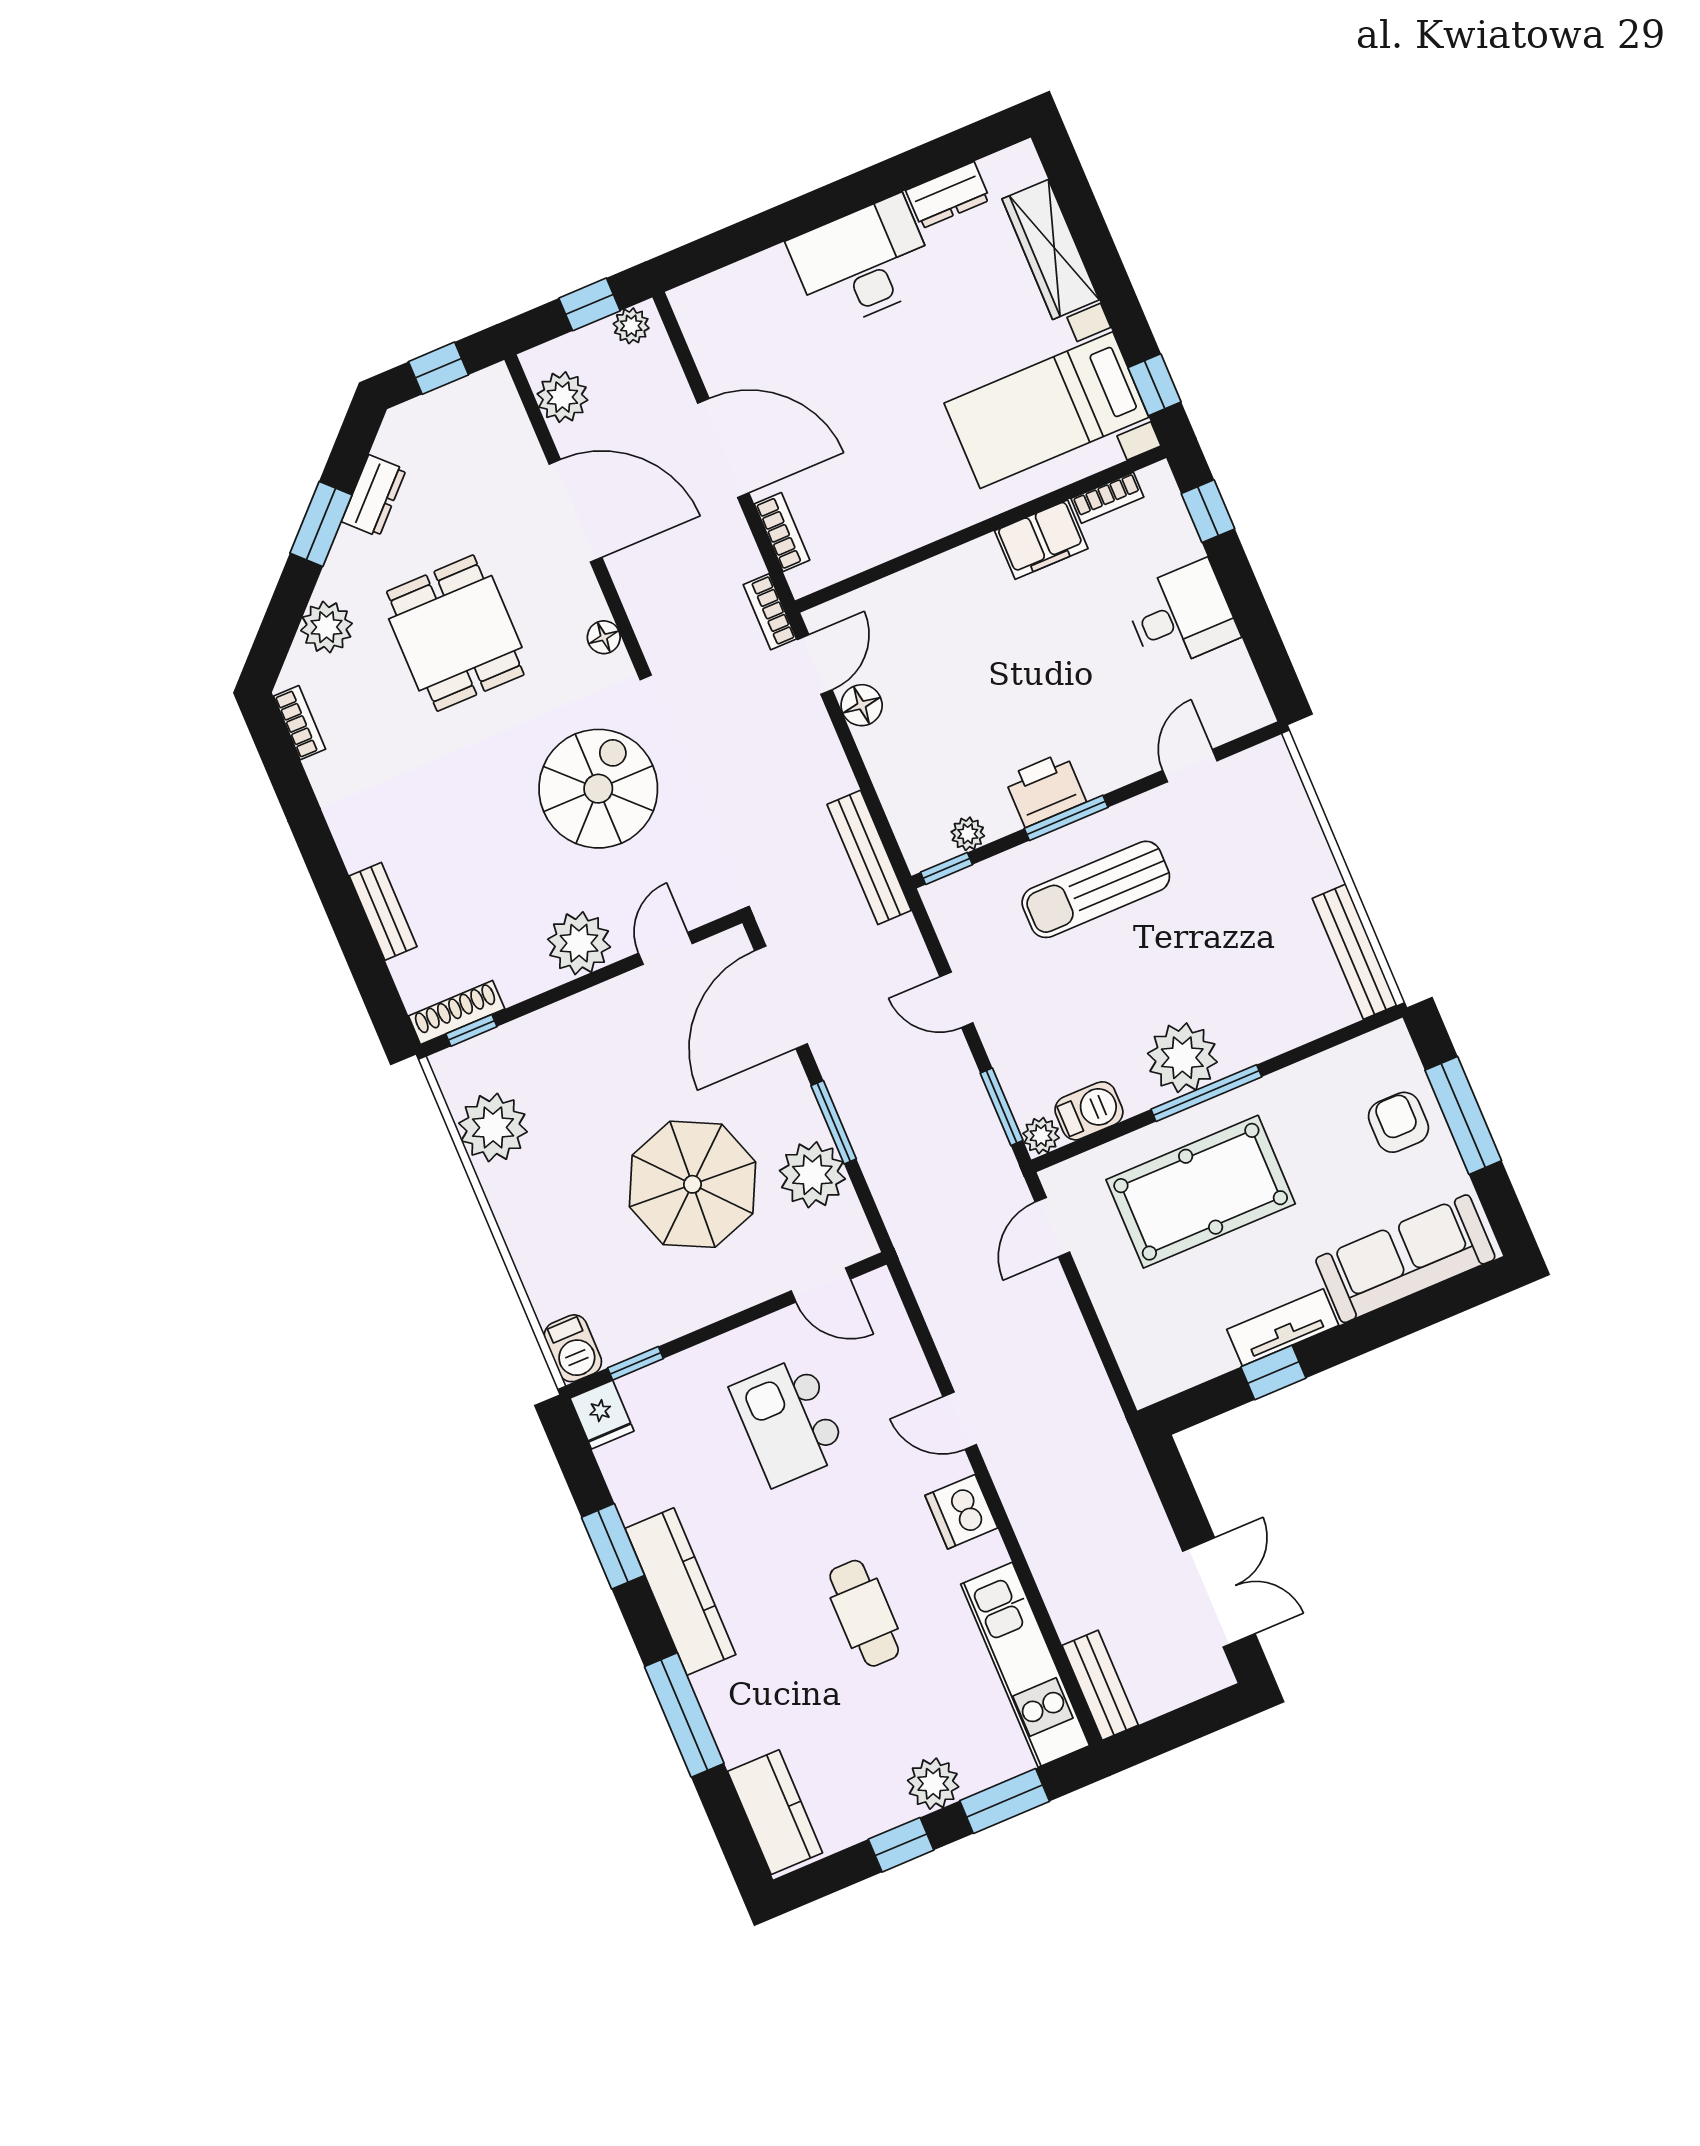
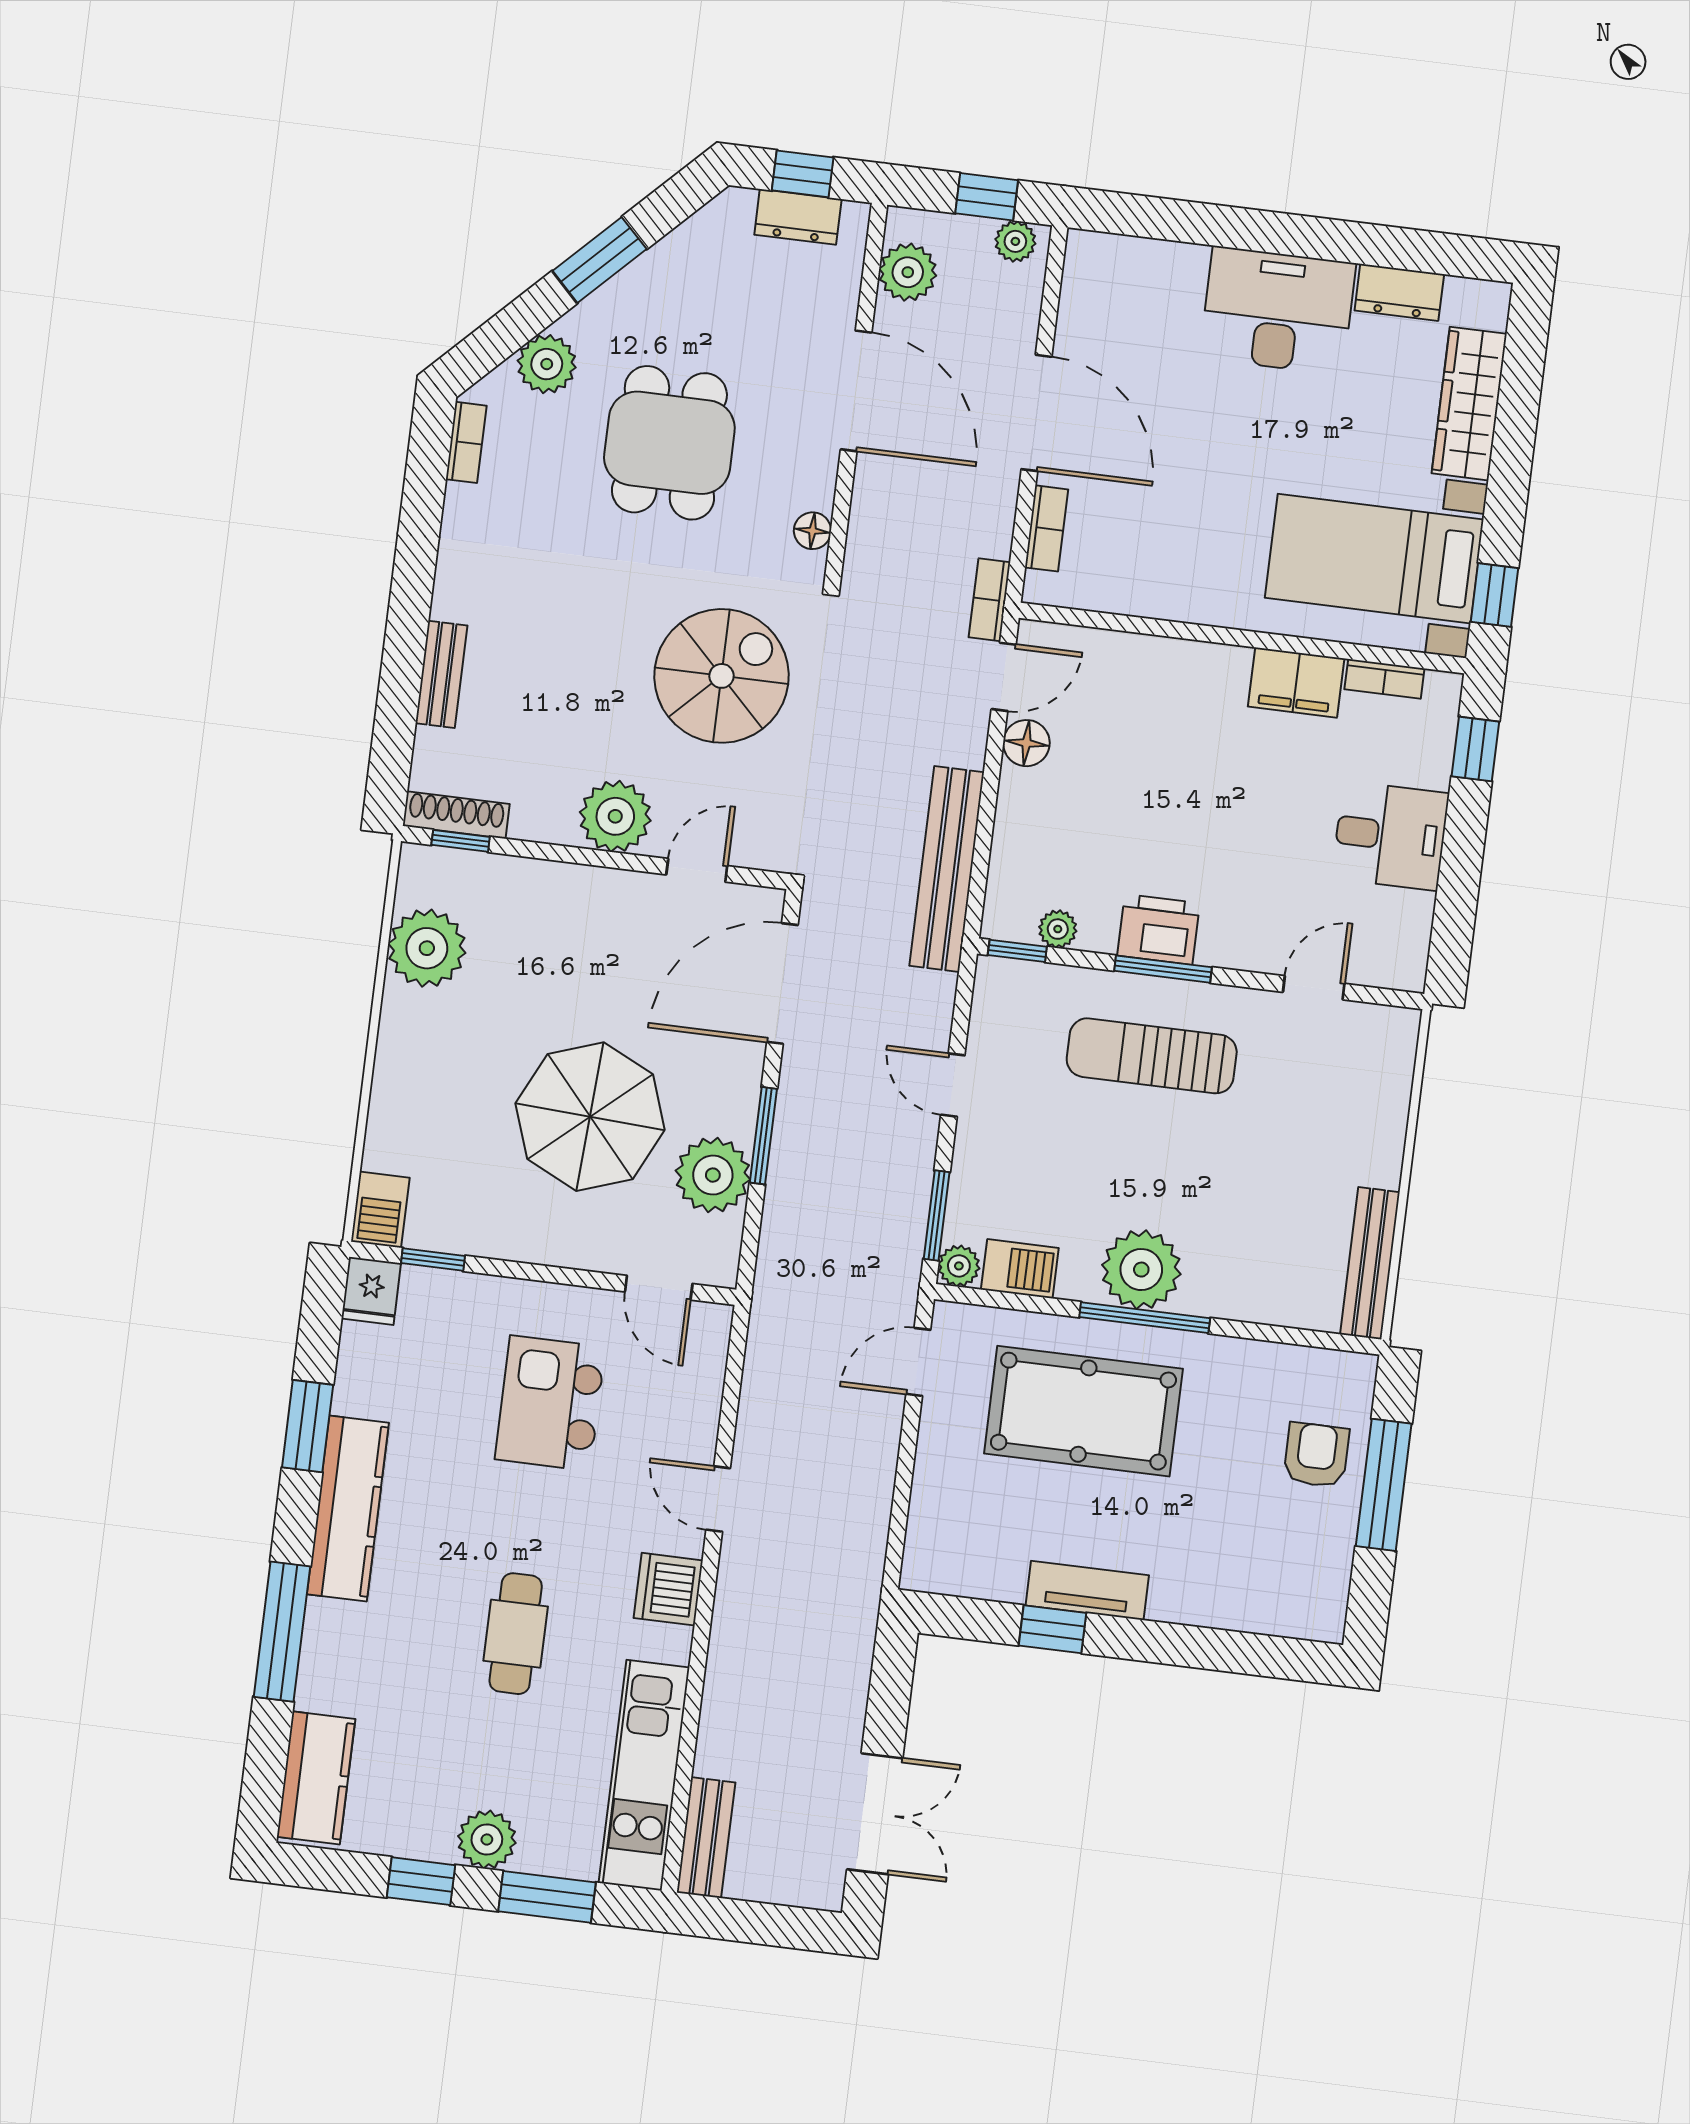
dresser: (374, 496) -> (798, 217), moved, turned 45
bench: (869, 857) -> (947, 869), width x1.37, depth x1.21
sofa: (1405, 1259) -> (1246, 1592), removed

